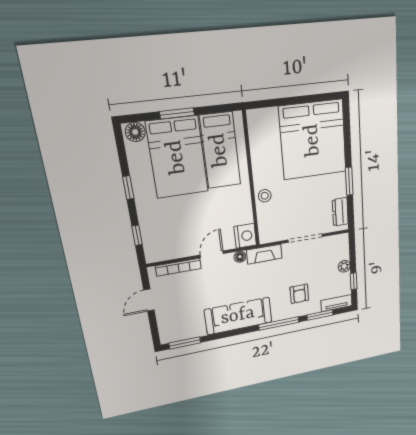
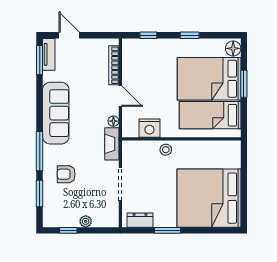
nightstand: (245, 236) -> (149, 128), moved
door: (149, 300) -> (69, 35), moved
tv unit: (336, 303) -> (49, 54), moved

